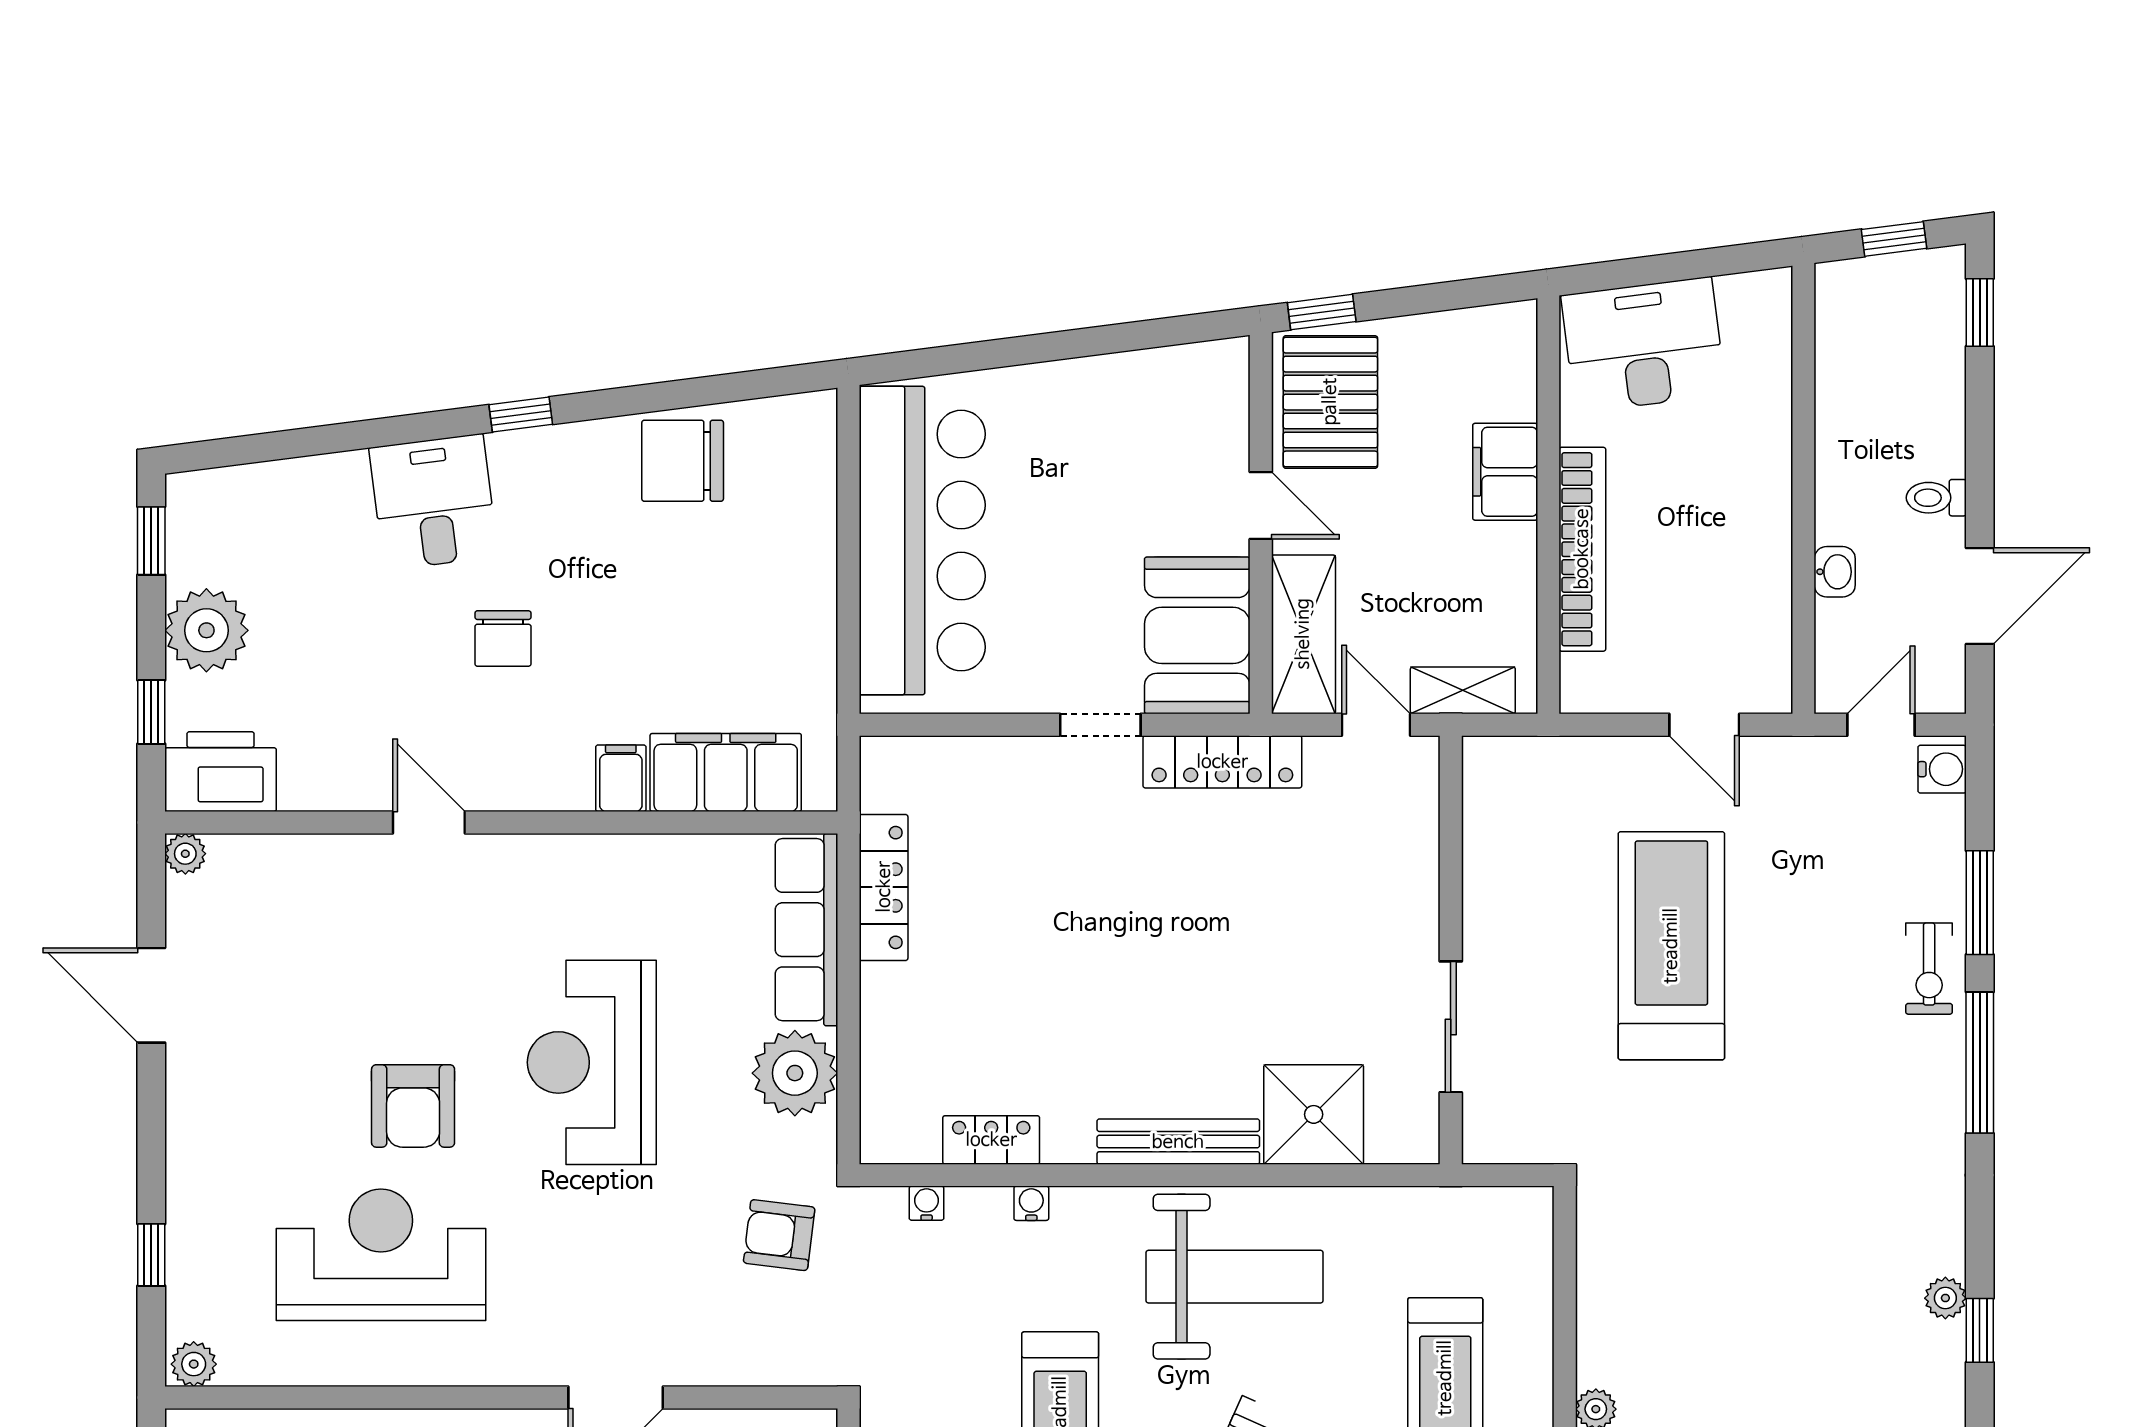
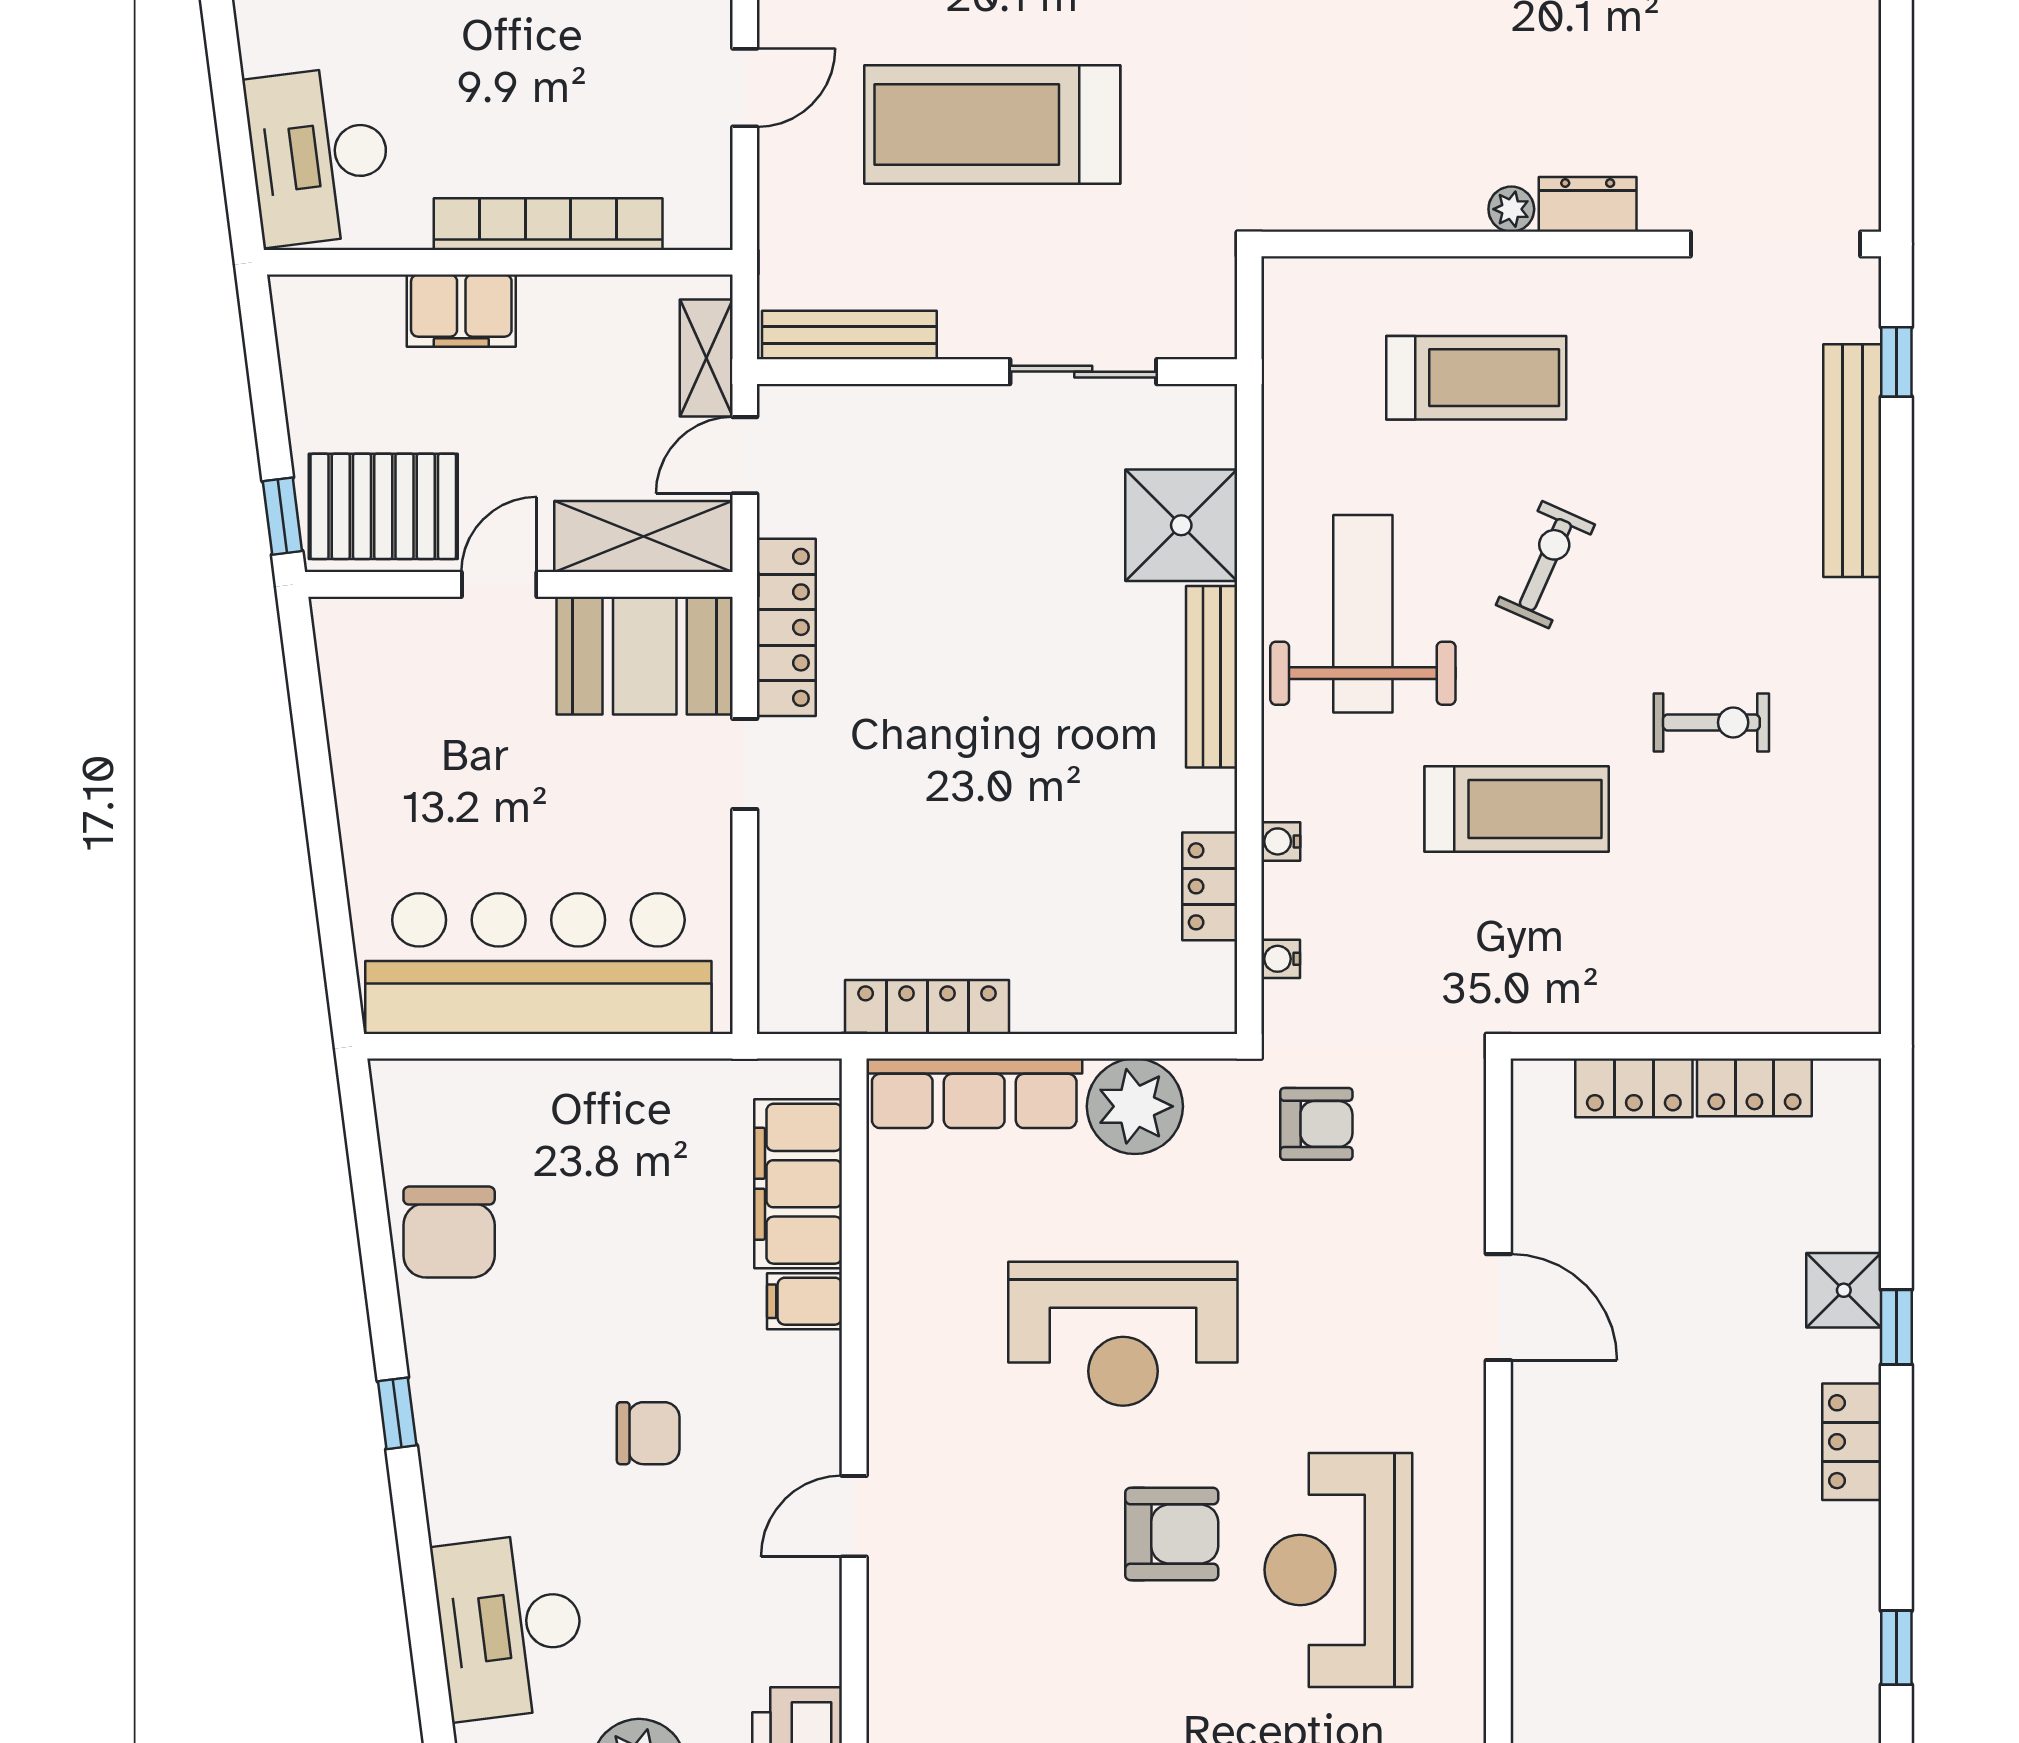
desk: (434, 502) -> (510, 1626), moved, width x1.37
bench: (1483, 818) -> (849, 335), added
armchair: (779, 1235) -> (1316, 1124), turned -97

